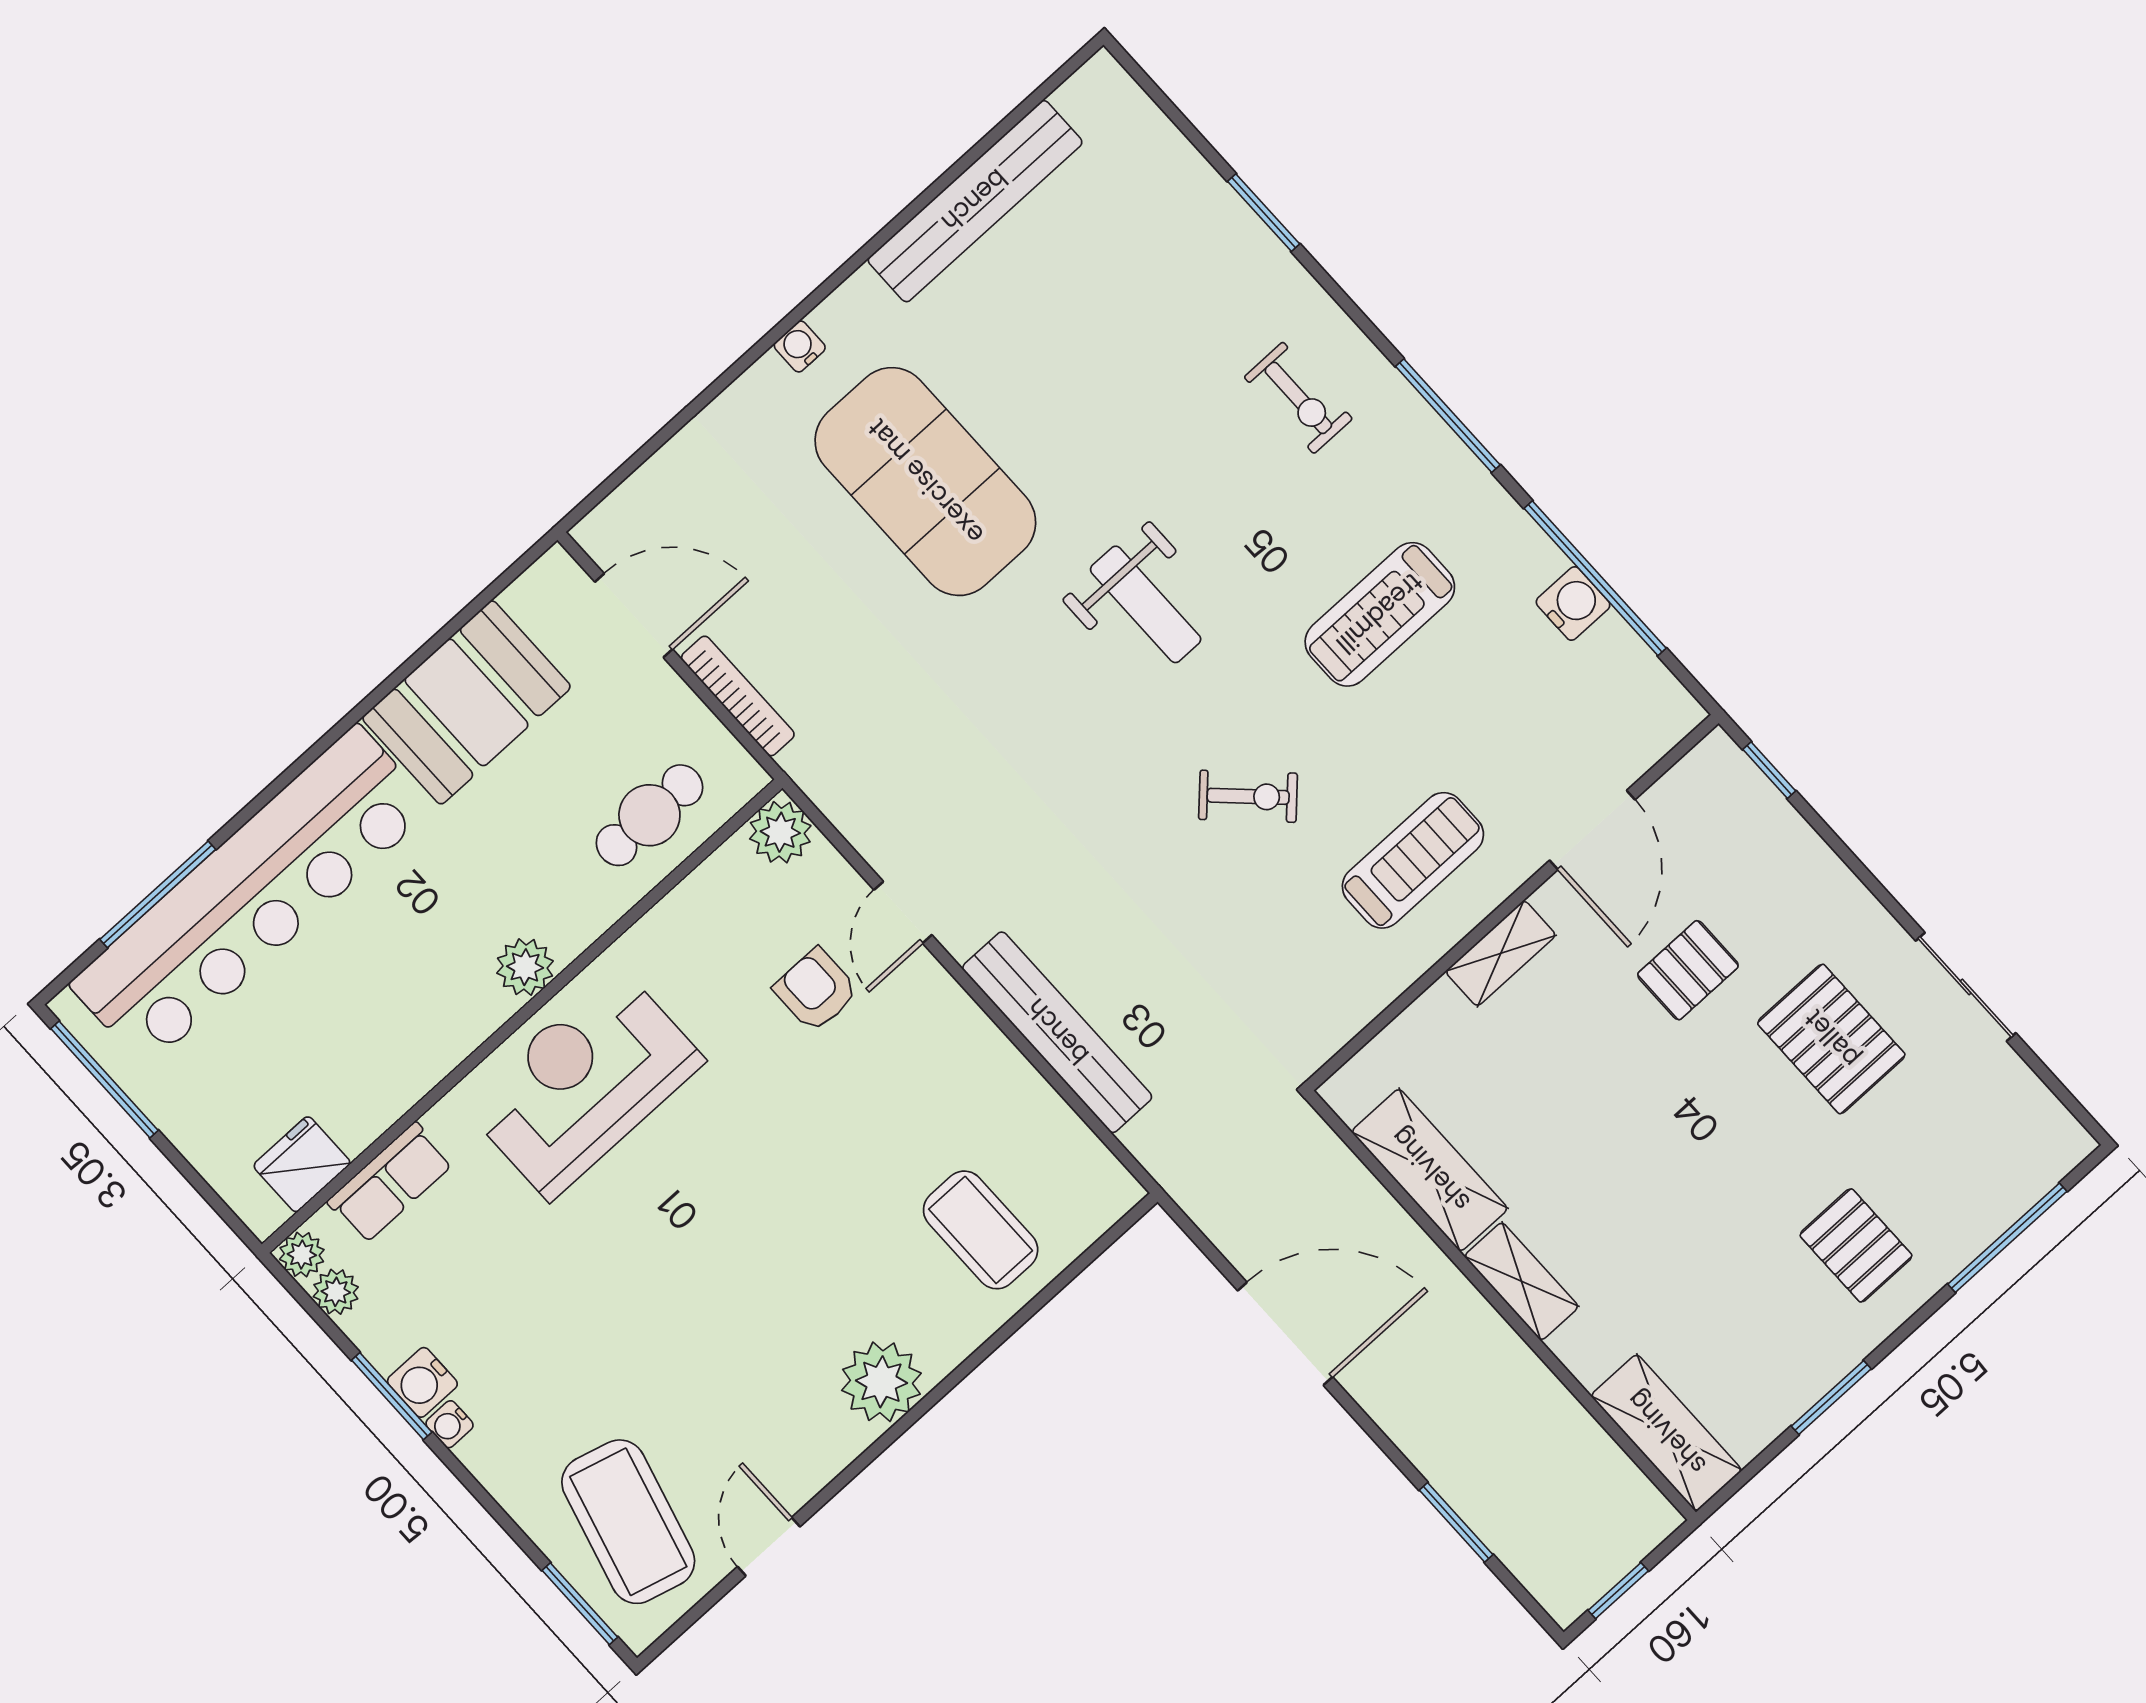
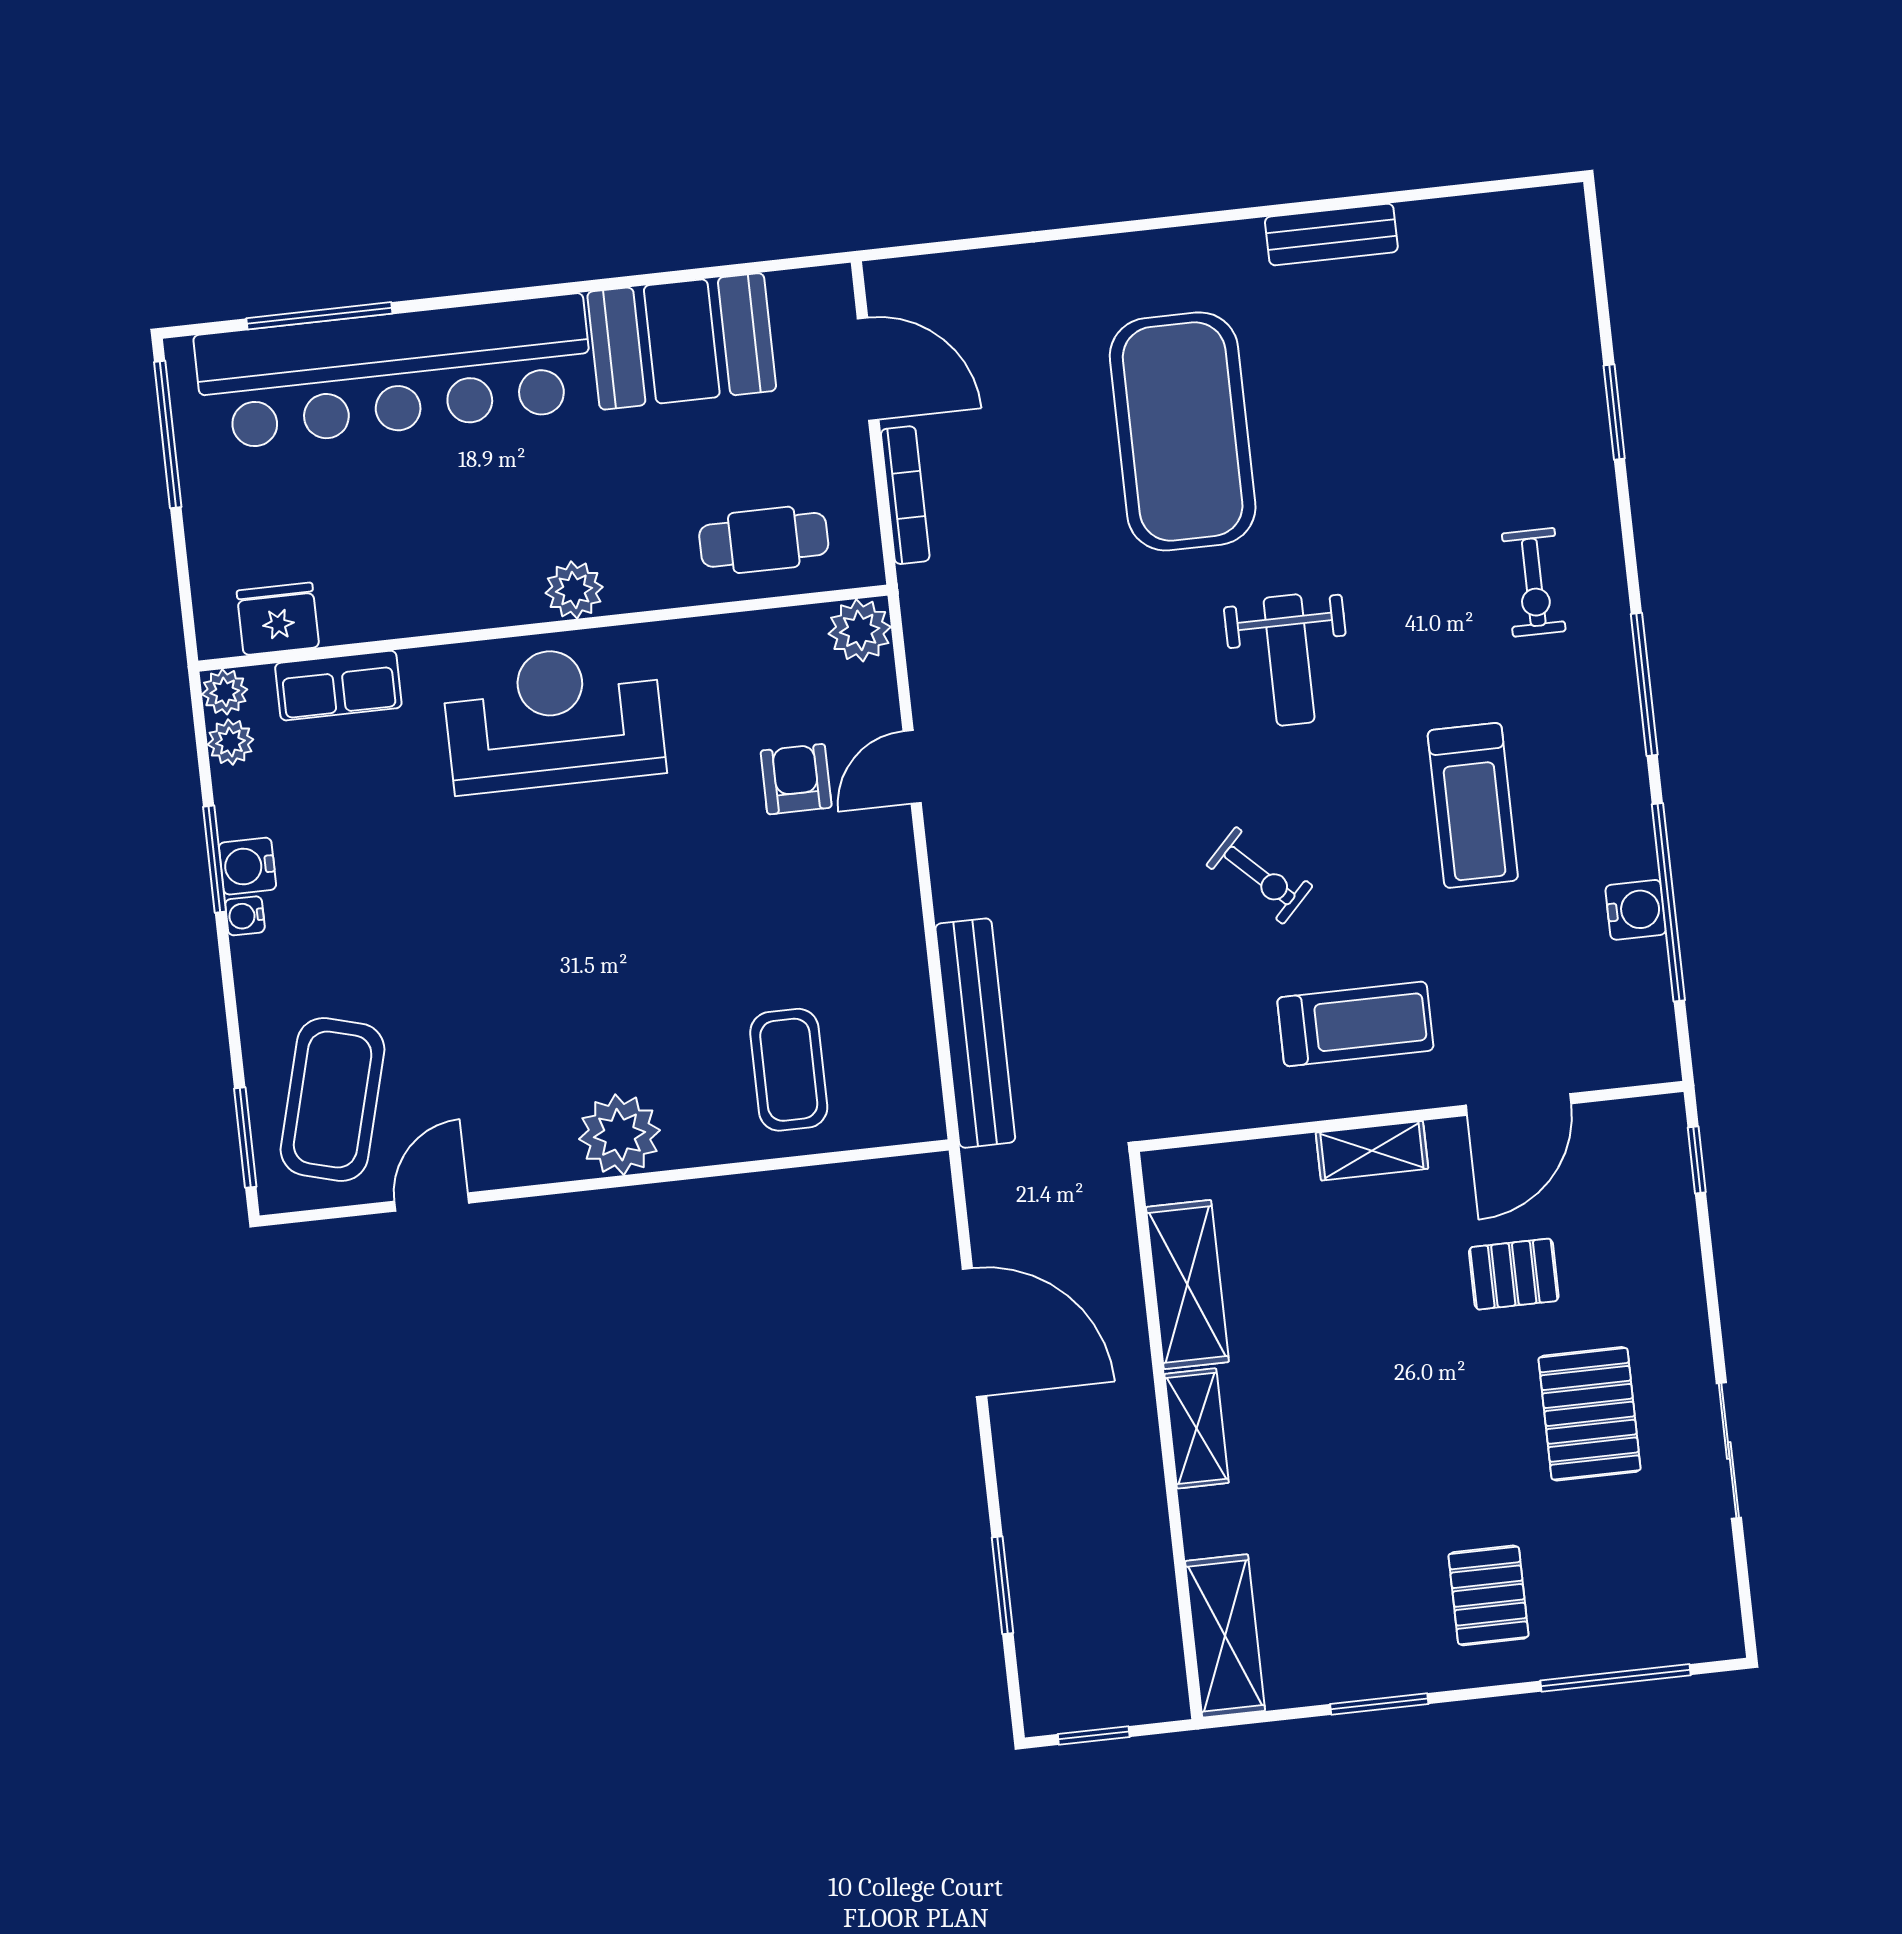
bench: (975, 201) -> (1331, 234), width x0.54, depth x0.82
water cooler: (800, 346) -> (1160, 248), removed
treadmill: (1380, 614) -> (1473, 805), turned -90
bench: (1057, 1032) -> (975, 1033), moved

